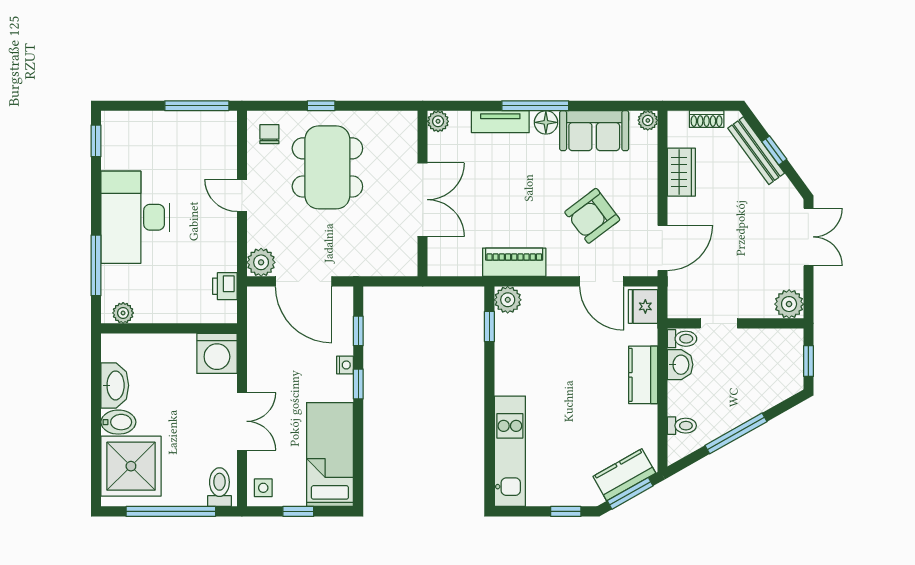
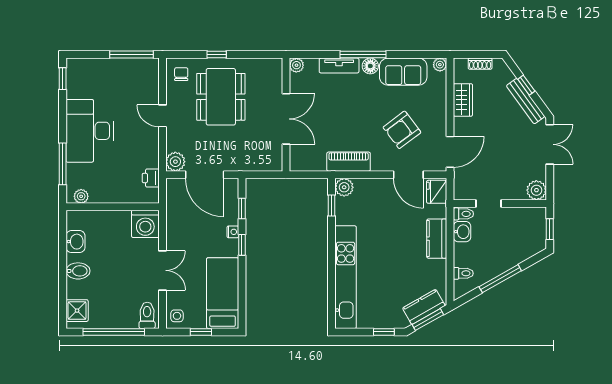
bench: (756, 151) -> (526, 101), moved
washbasin: (115, 385) -> (75, 242), width x0.72
kitchen unit: (510, 451) -> (346, 277), width x1.36
shower: (131, 466) -> (77, 311), width x0.54, depth x0.54

